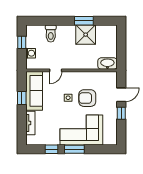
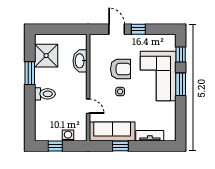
toilet: (51, 34) -> (45, 94), moved
shower: (86, 35) -> (46, 56), moved
washbasin: (107, 64) -> (80, 61), moved
armchair: (87, 98) -> (121, 69), turned -90
window: (51, 149) -> (181, 54), moved

